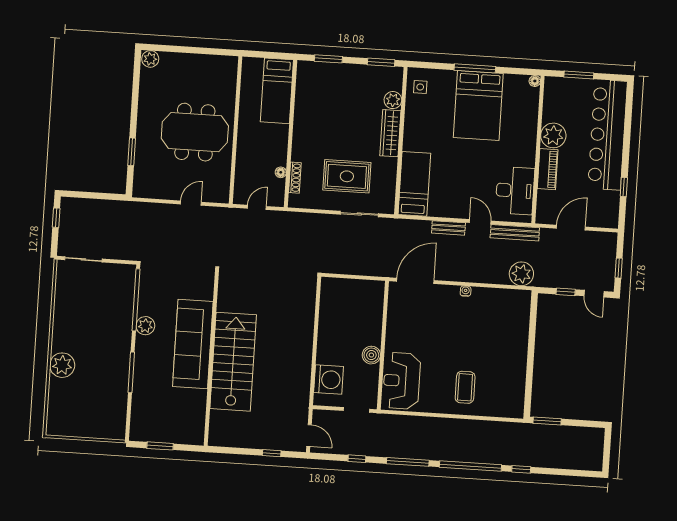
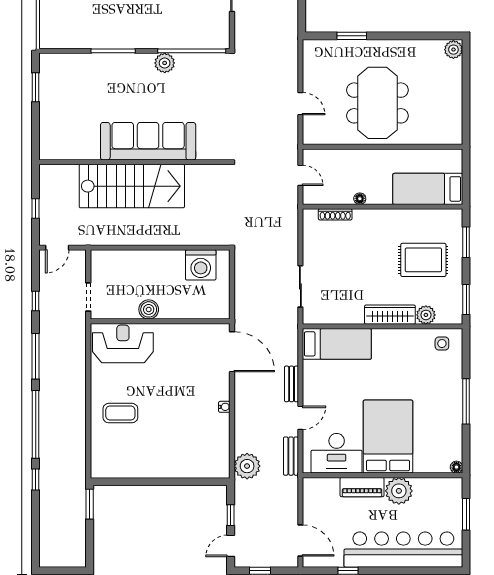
bed: (478, 106) -> (388, 437), moved, turned 90
floor lamp: (281, 172) -> (360, 199), moved
rug: (347, 176) -> (423, 260), moved, turned 90
door: (571, 228) -> (300, 541), moved
bench: (515, 233) -> (291, 456), width x0.73
sofa: (193, 344) -> (148, 141), moved
wall: (211, 358) -> (134, 162), moved
stairs: (233, 362) -> (132, 186), moved
washing machine: (329, 380) -> (201, 265), moved

